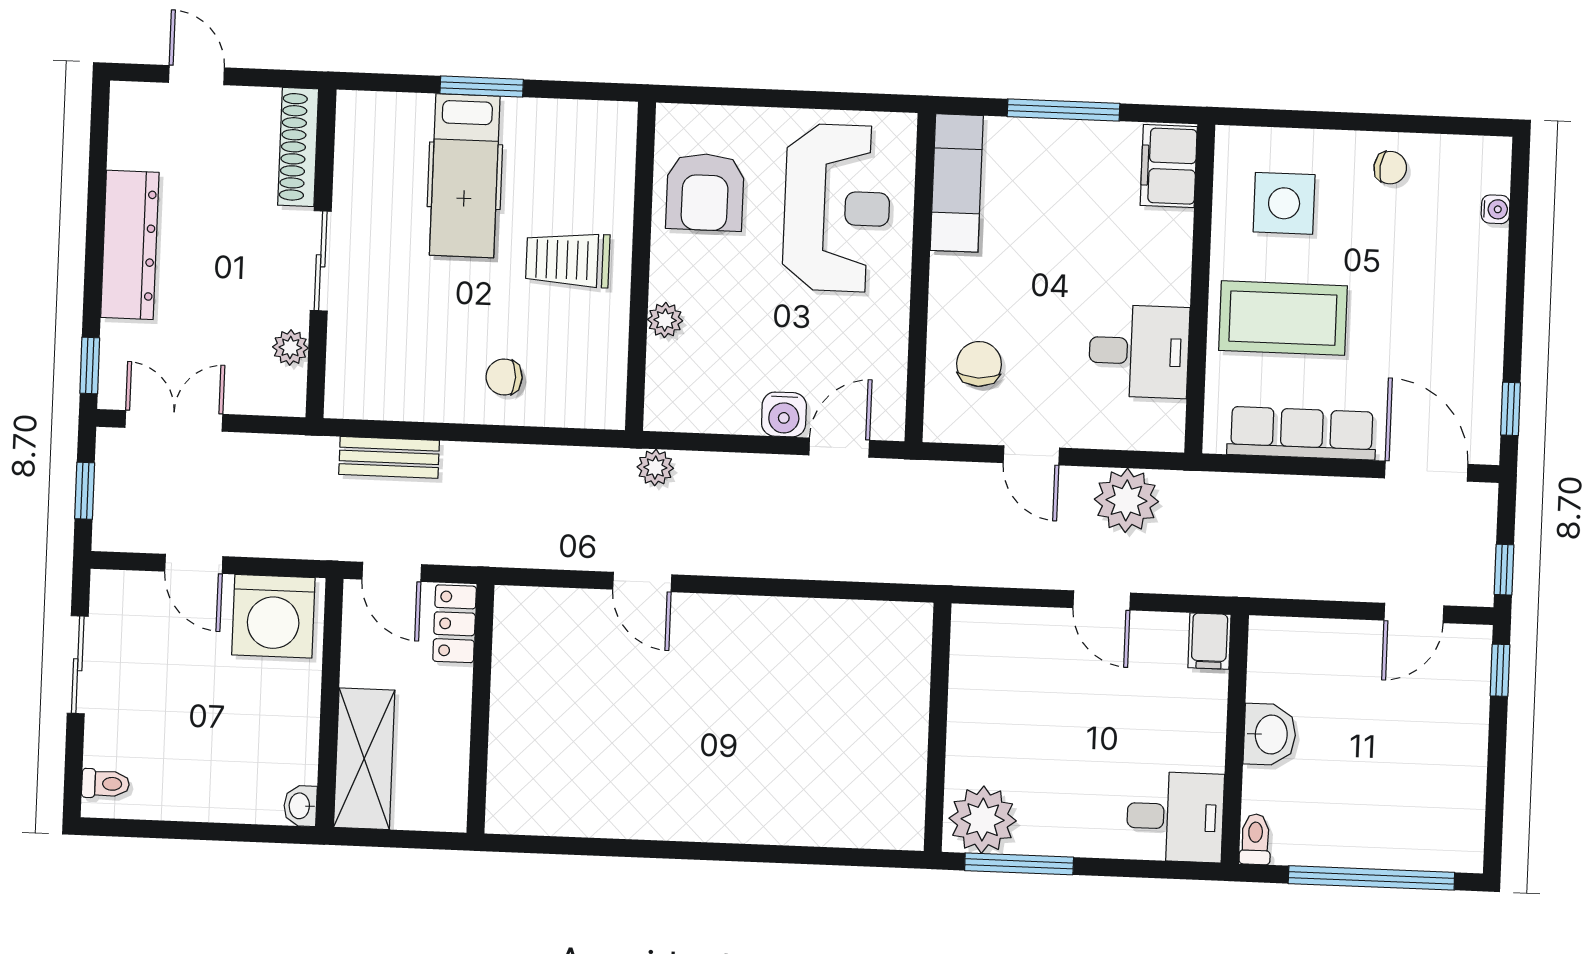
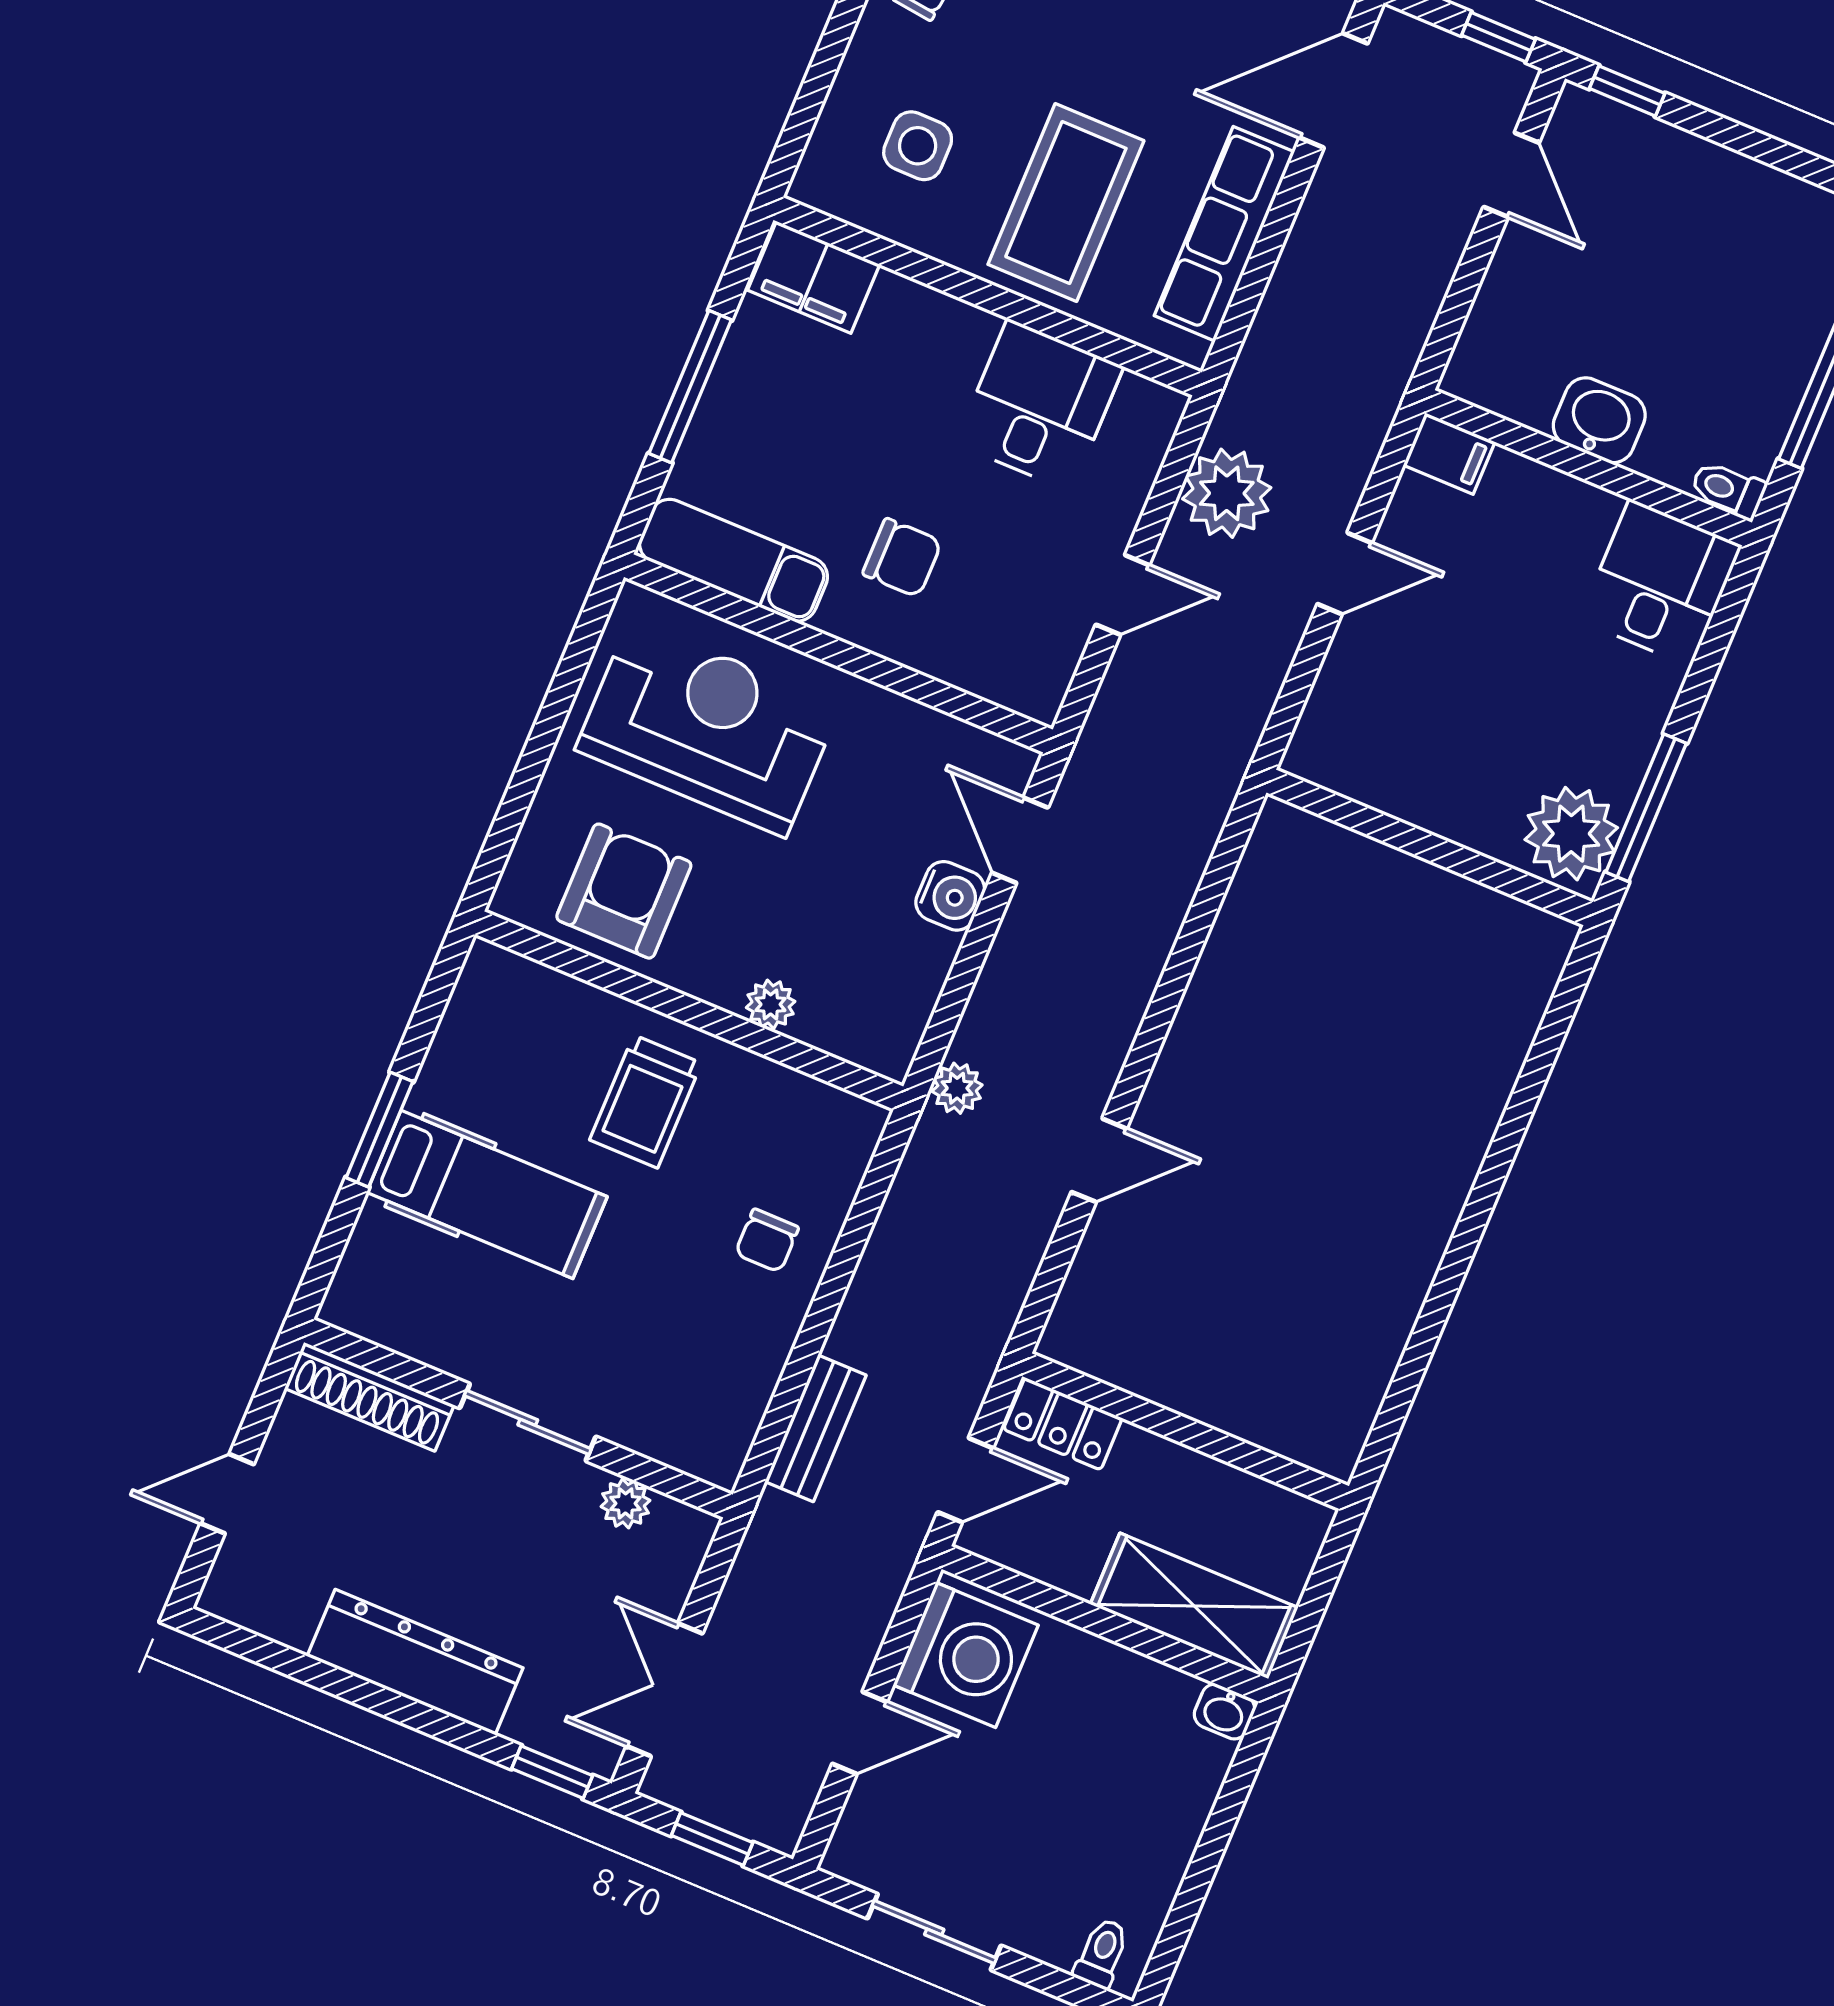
armchair: (705, 192) -> (624, 891), turned -90
side table: (1284, 203) -> (918, 146), width x0.73, depth x0.73
chair: (979, 364) -> (902, 558), moved, turned 180

